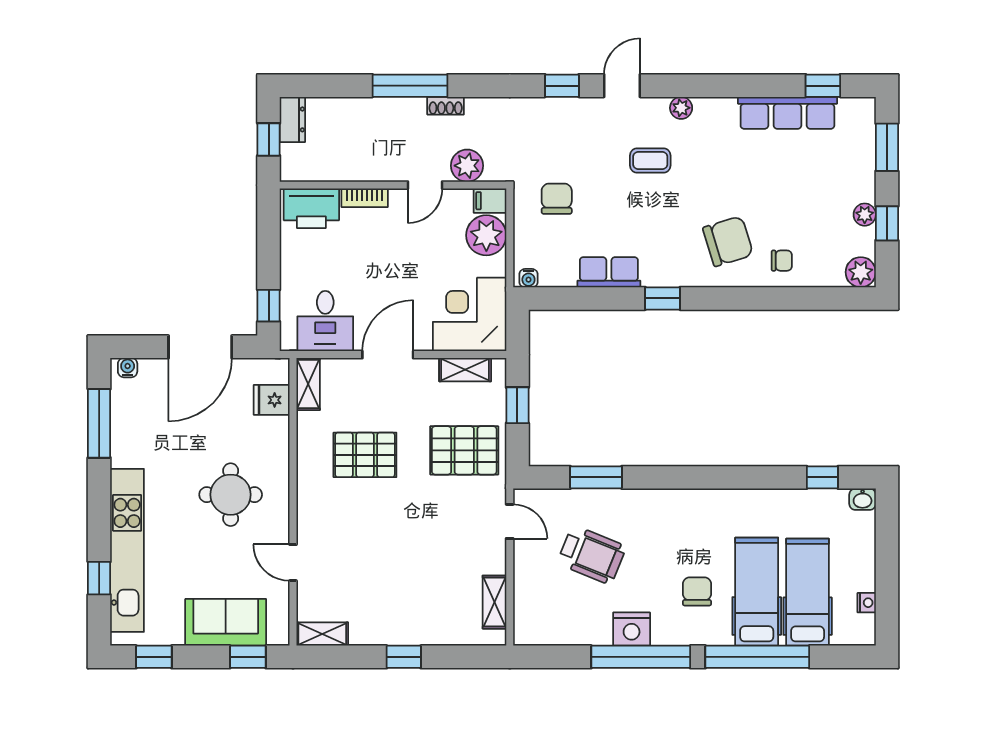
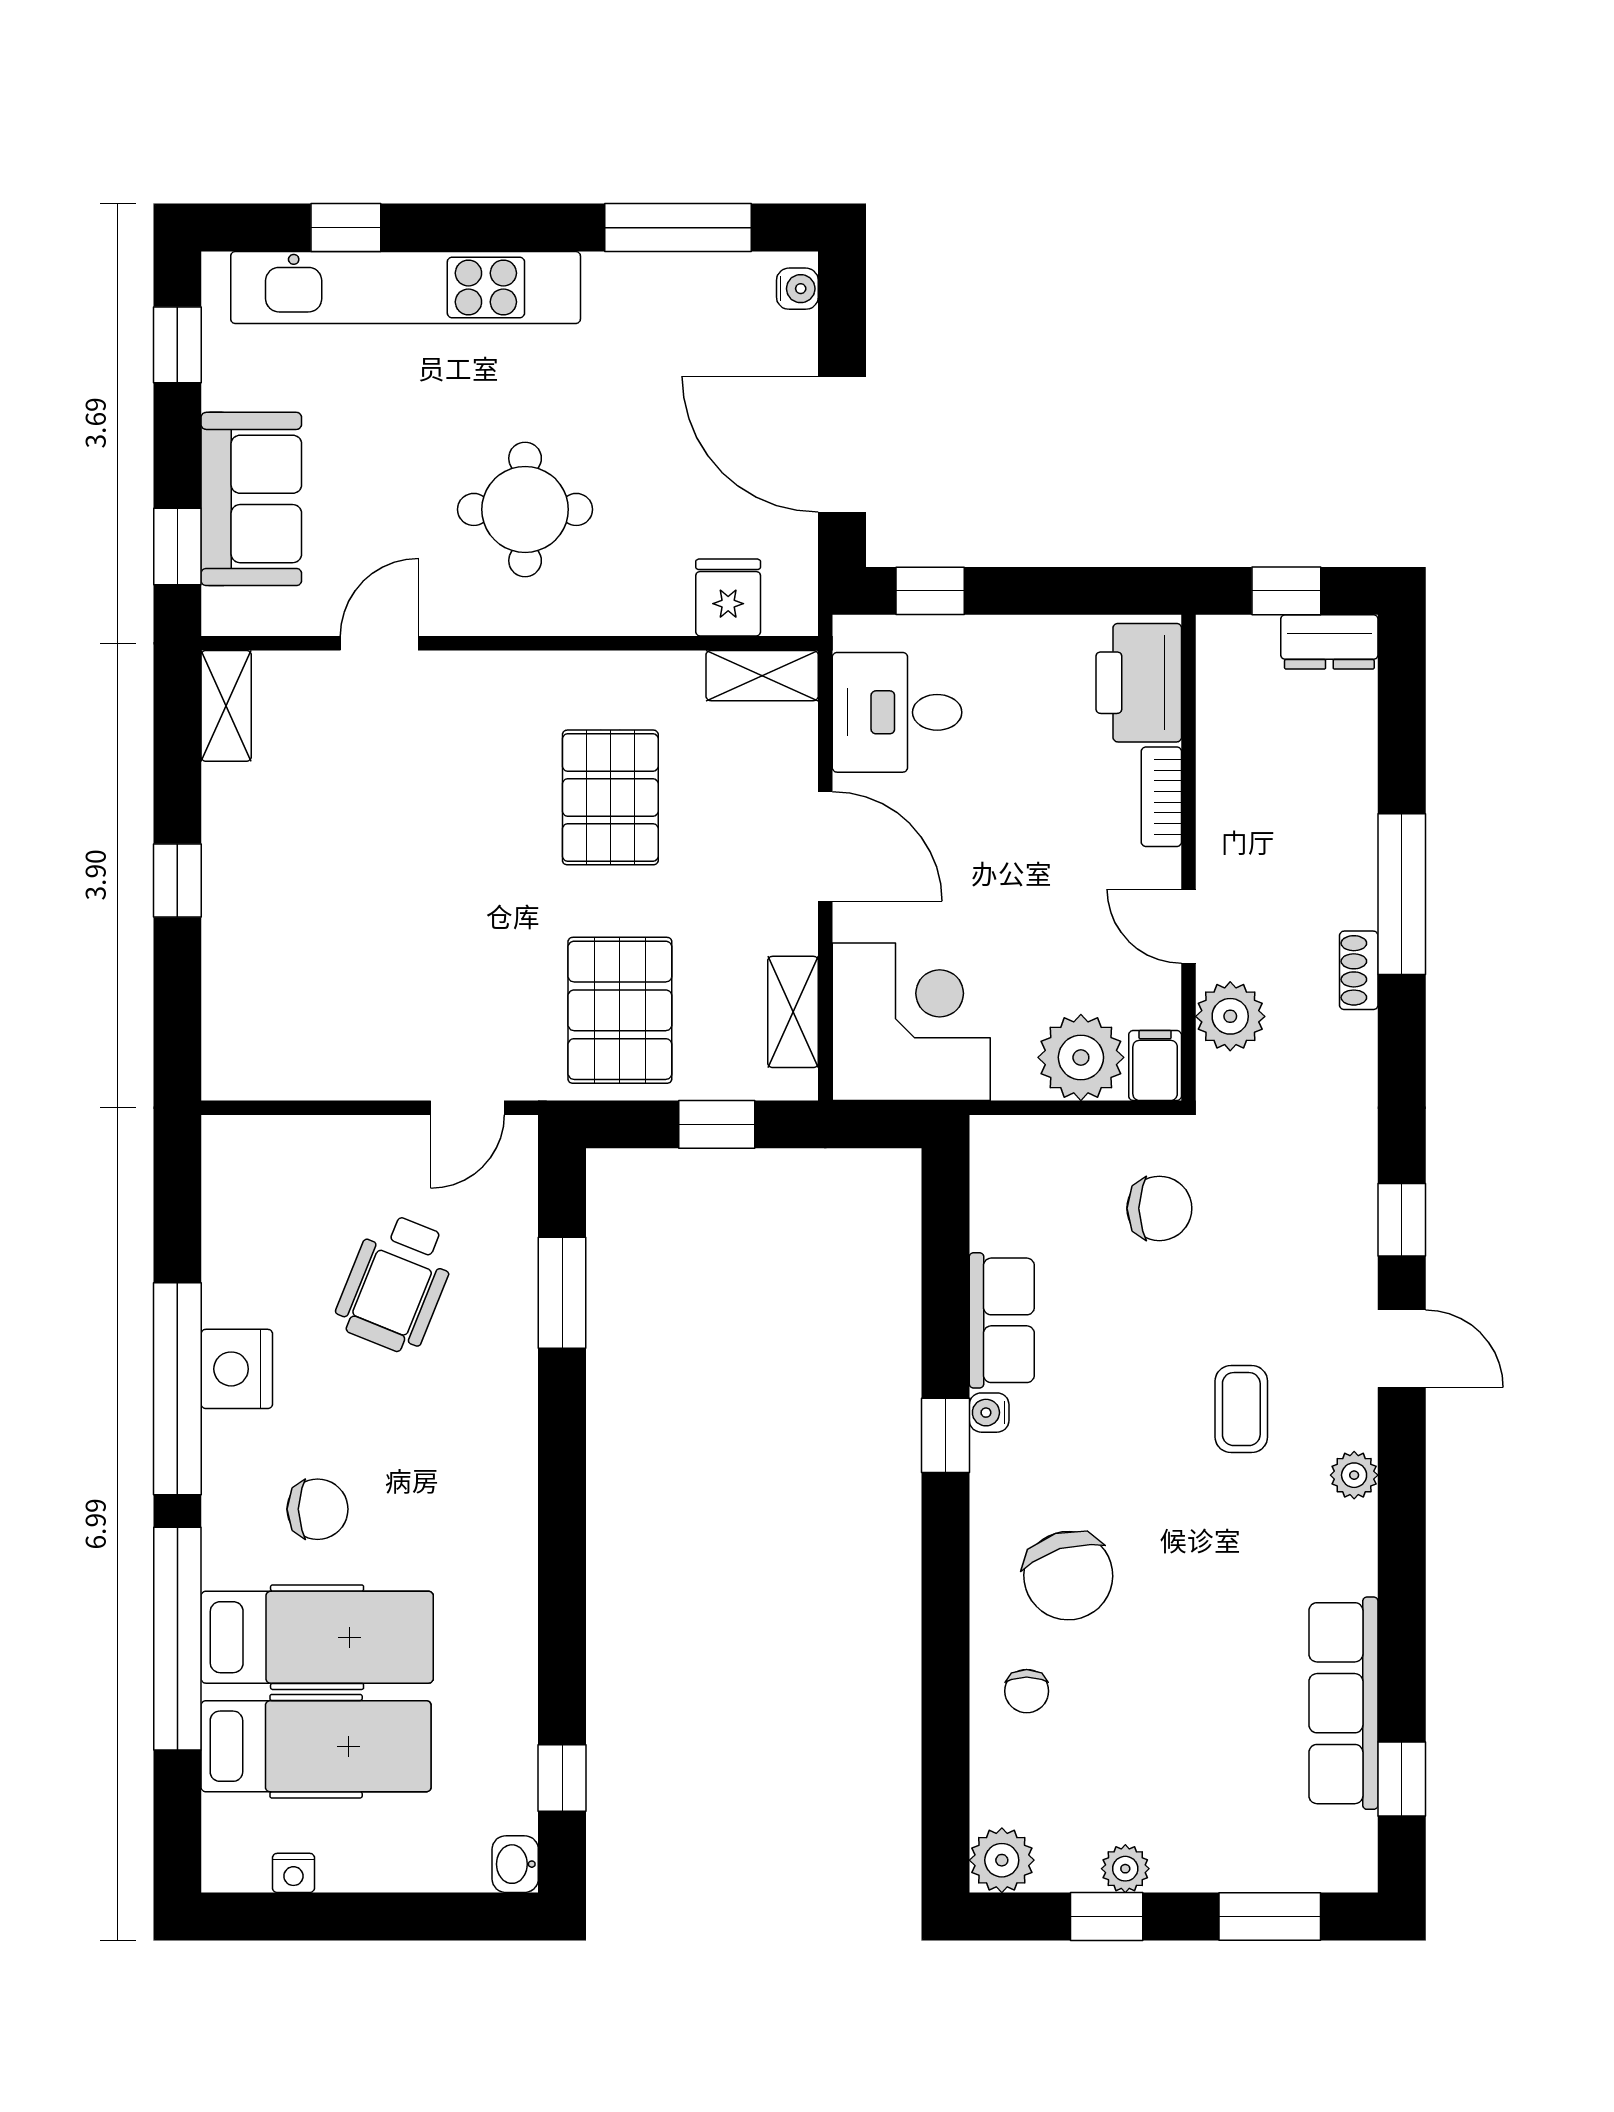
water cooler: (528, 278) -> (989, 1413), moved
shelving: (494, 602) -> (295, 1075), removed

